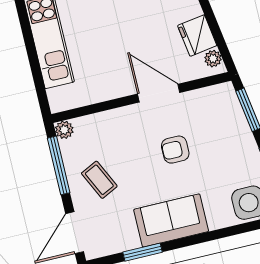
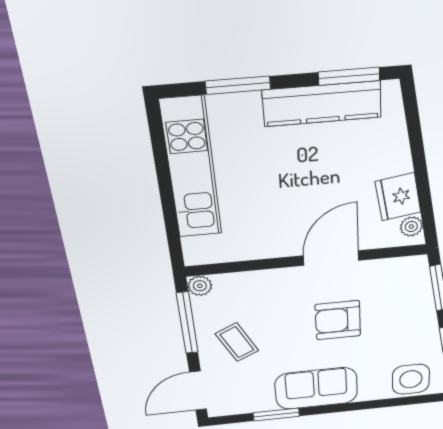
door: (159, 93) -> (331, 258), hinge flipped
armchair: (175, 150) -> (338, 320), width x1.38, depth x1.38

